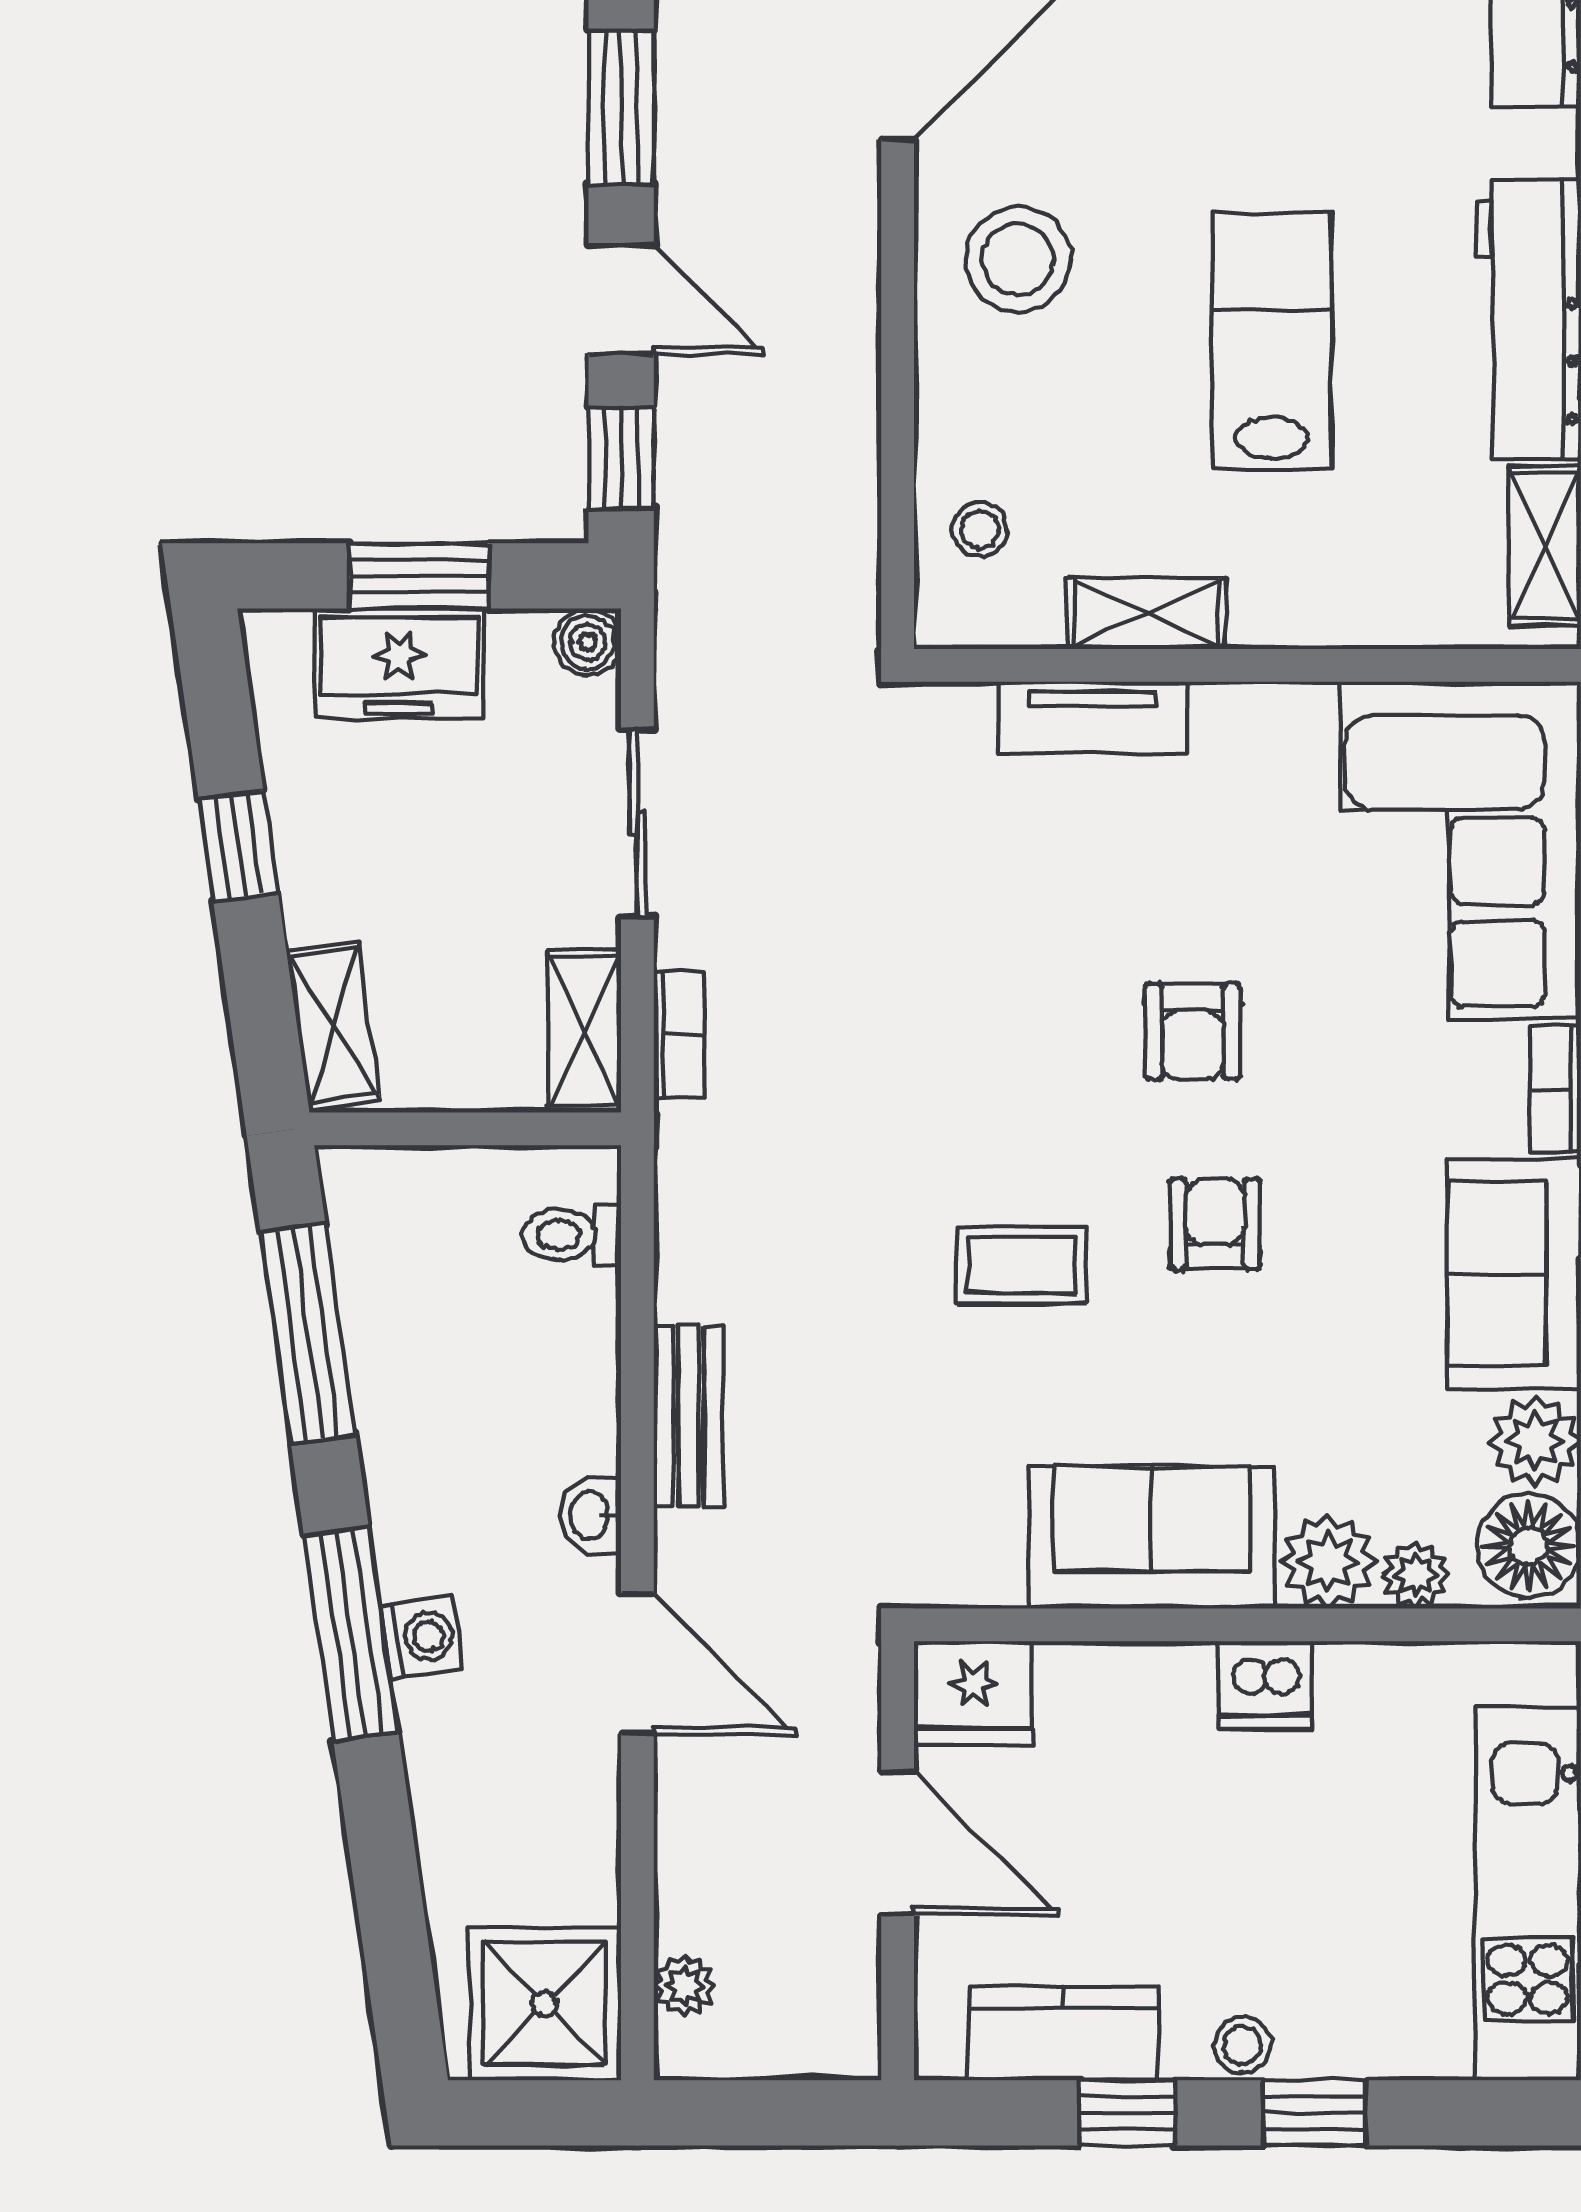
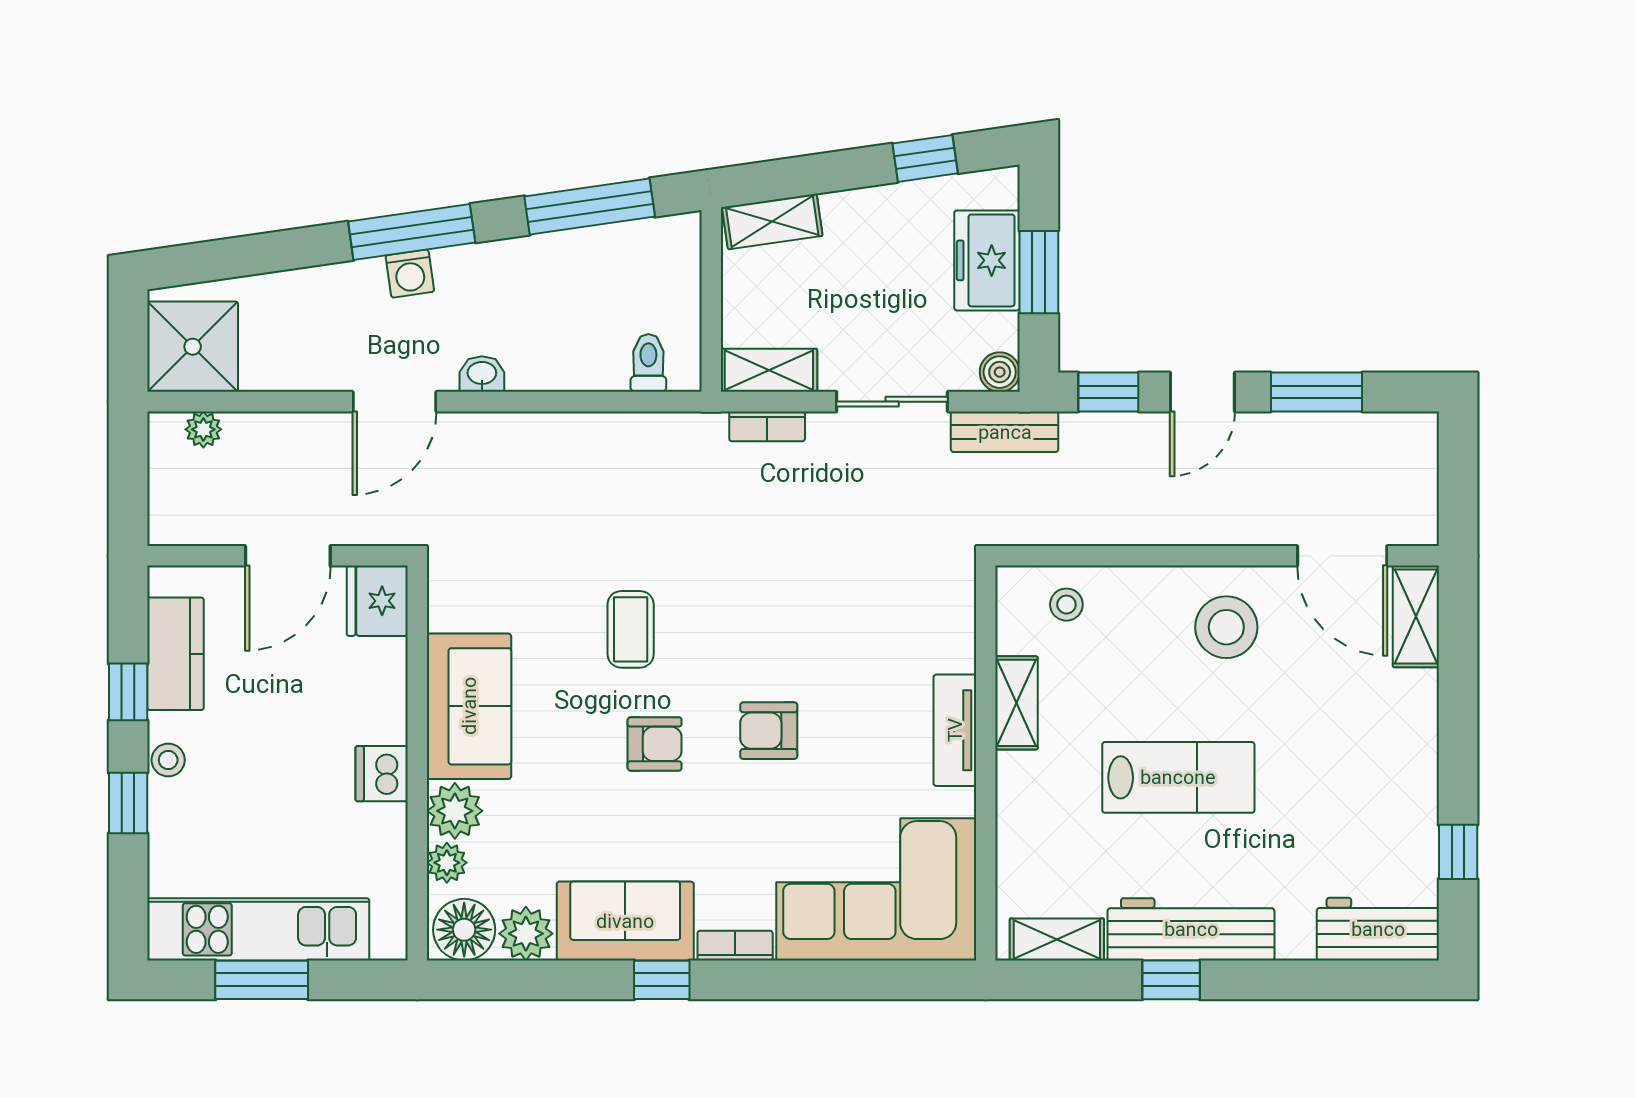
tv unit: (1093, 718) -> (955, 730), moved
window: (238, 846) -> (925, 158), moved
bench: (688, 1416) -> (1005, 432), moved

